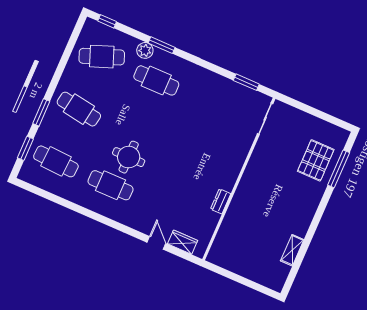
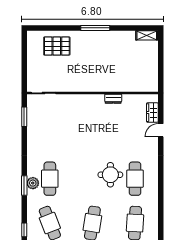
plant: (145, 50) -> (33, 183), moved
window: (339, 169) -> (95, 28), moved
shelving: (292, 250) -> (147, 35), moved

